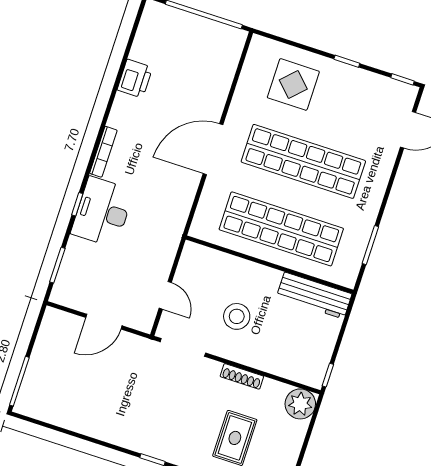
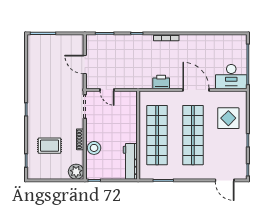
printer: (135, 79) -> (161, 82), moved, turned 180
door: (213, 149) -> (196, 90), moved
desk: (102, 212) -> (231, 77), moved, turned 180
door: (165, 295) -> (107, 90), hinge flipped
stool: (237, 316) -> (94, 148), moved

